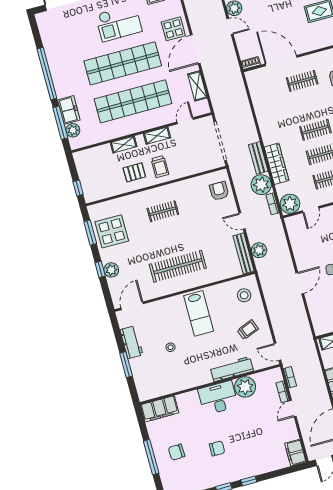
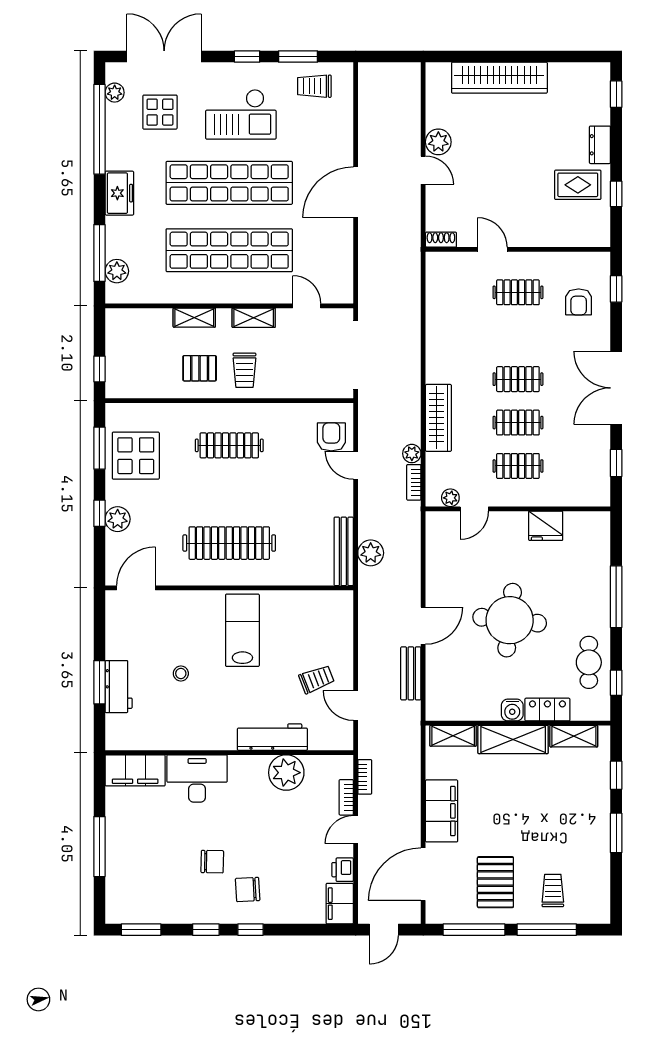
display table: (173, 29) -> (160, 112), moved
plant: (44, 30) -> (115, 93), added
door: (281, 61) -> (492, 249), width x0.53
window: (47, 74) -> (99, 129), moved
shelving: (197, 86) -> (342, 254), removed
freezer: (69, 110) -> (119, 193), moved
door: (185, 121) -> (307, 306), hinge flipped
bench: (258, 158) -> (411, 673), moved
plant: (261, 185) -> (412, 454), width x0.53, depth x0.53
plant: (290, 204) -> (450, 498), width x0.53, depth x0.53
clothes rail: (163, 211) -> (229, 445), width x1.36
door: (242, 221) -> (356, 465), moved
stool: (244, 295) -> (326, 621), removed
lab bench: (199, 313) -> (242, 630), turned 180
workbench: (131, 342) -> (119, 687), moved
door: (277, 352) -> (356, 705), moved
desk: (218, 398) -> (197, 778), moved
printer: (292, 433) -> (343, 870), added
chair: (177, 452) -> (248, 890), moved

